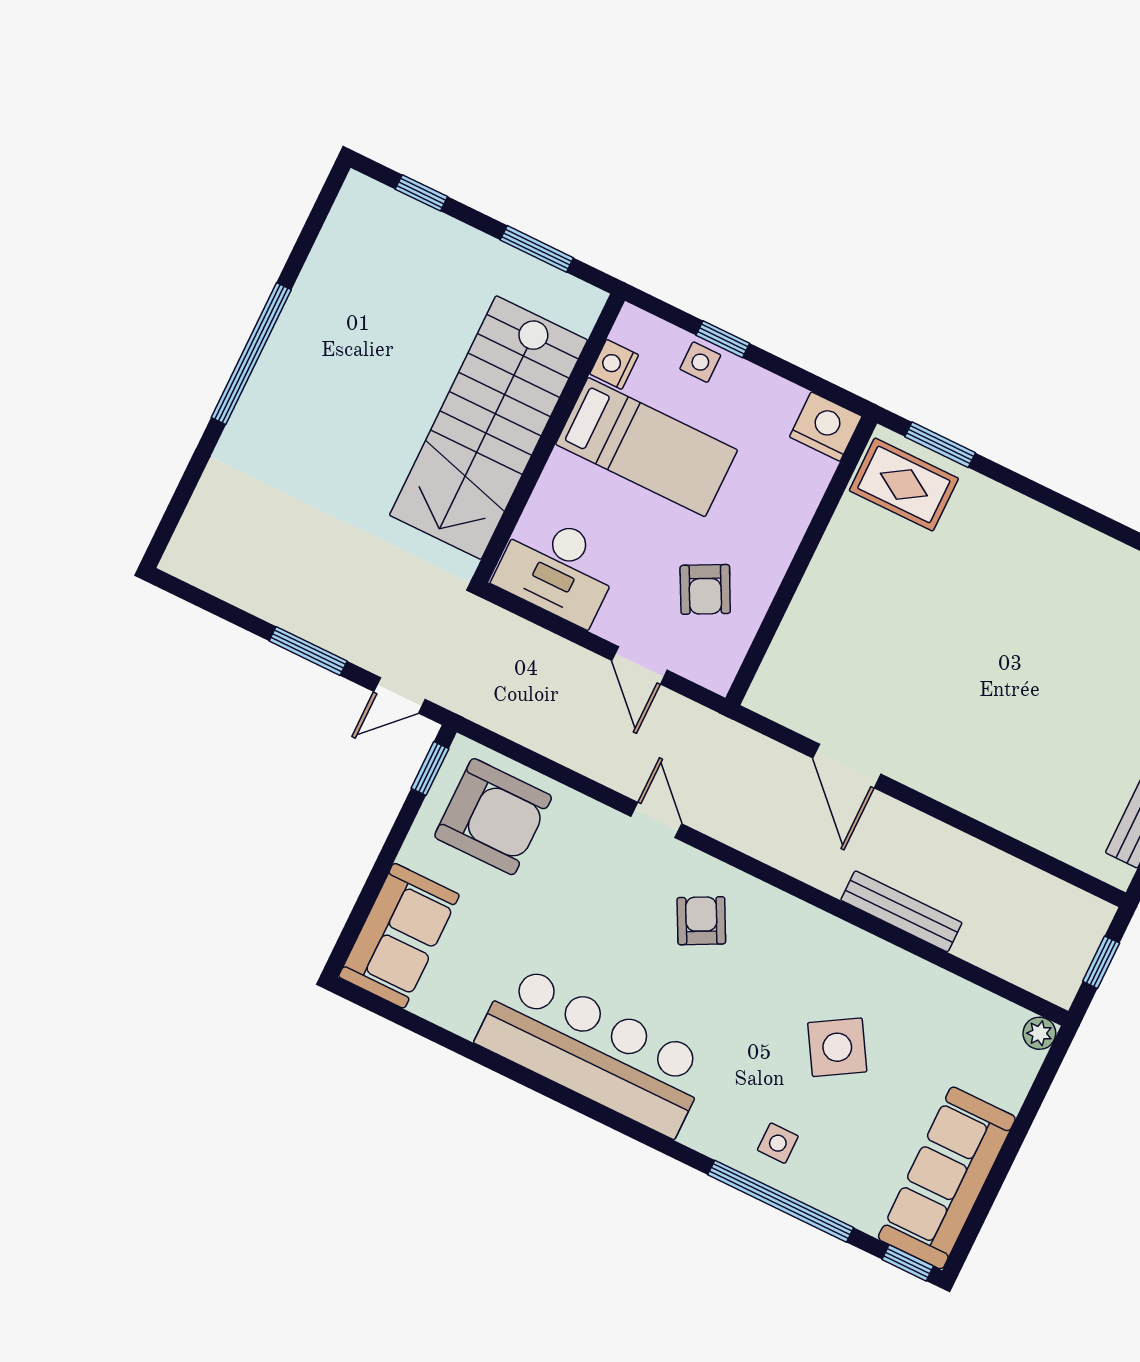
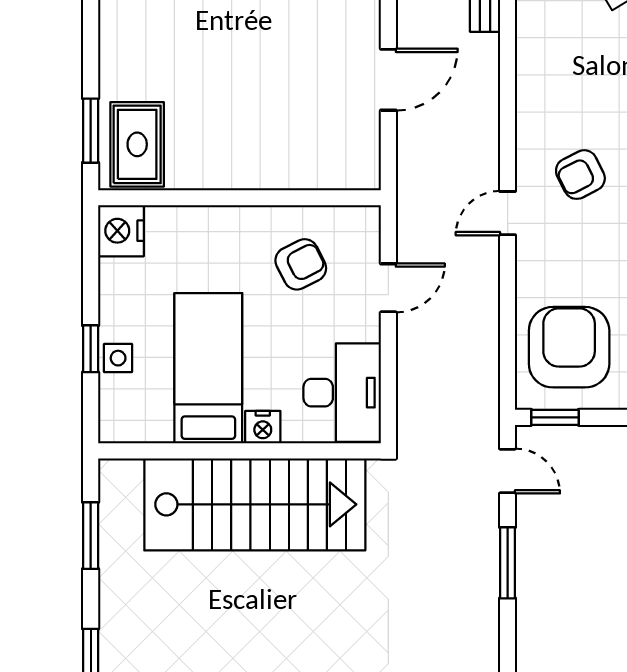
nightstand: (614, 364) -> (263, 427), moved
armchair: (701, 921) -> (580, 175), moved

